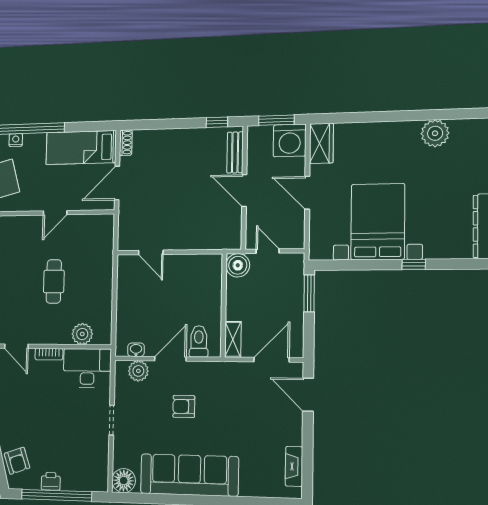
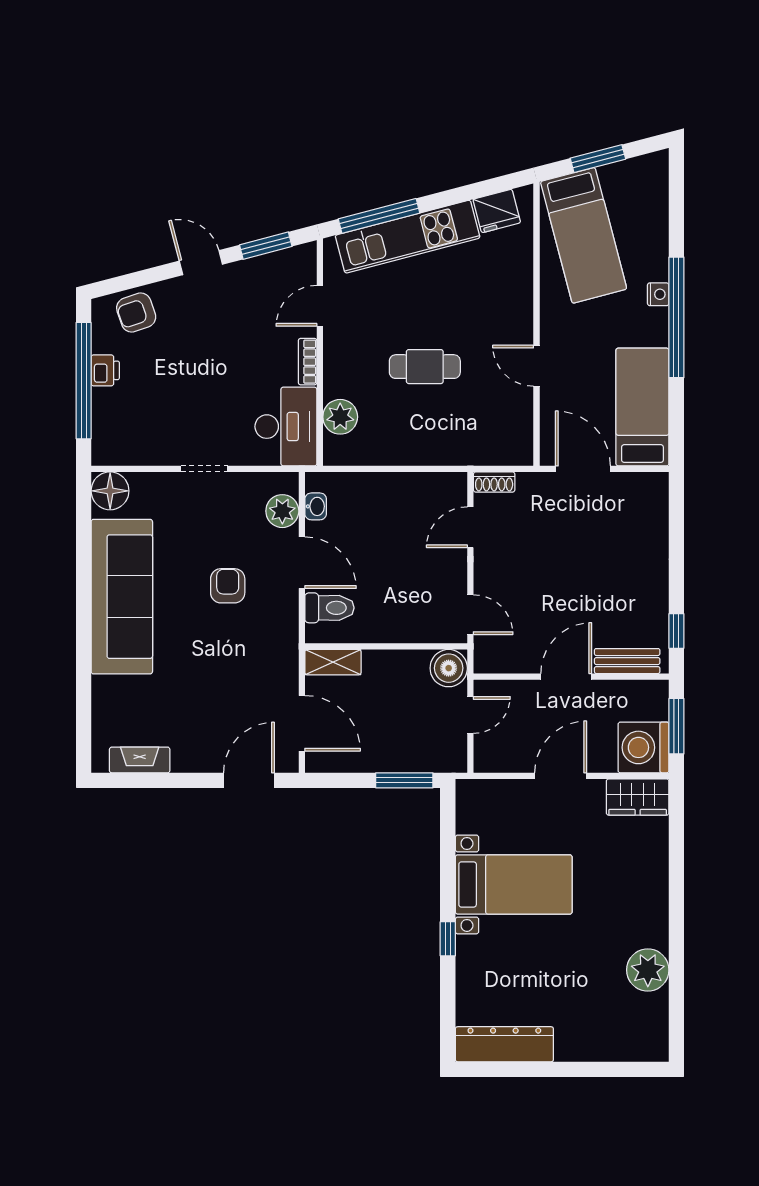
shoe rack: (126, 143) -> (494, 482), moved
bed with nightstands: (378, 222) -> (514, 884), width x0.73
door: (205, 252) -> (470, 615), added

